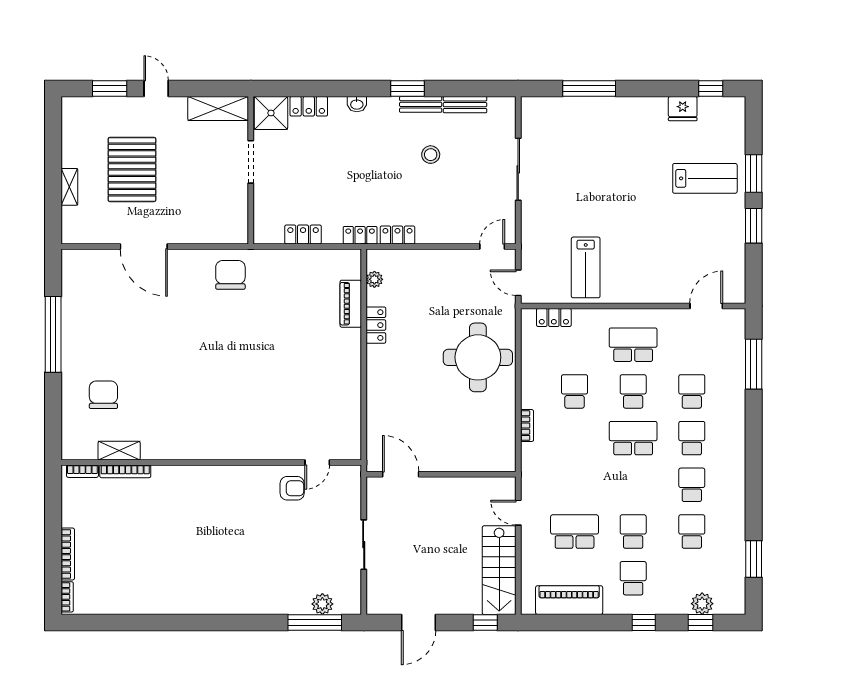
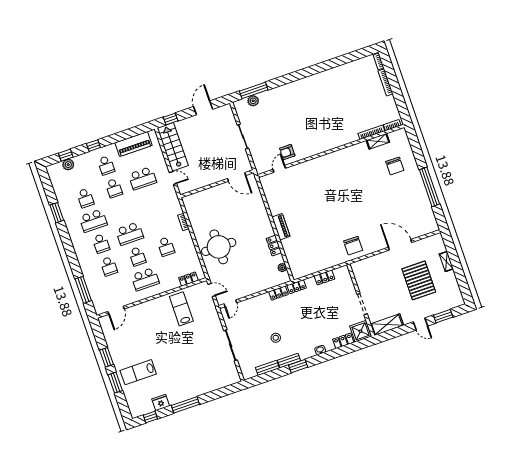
window: (589, 88) -> (185, 405), moved
piano: (351, 304) -> (281, 227), moved
school desk: (692, 485) -> (93, 221), width x1.85
window: (754, 559) -> (57, 213), moved

